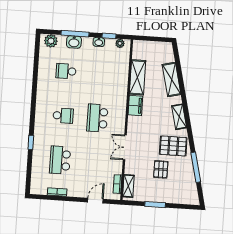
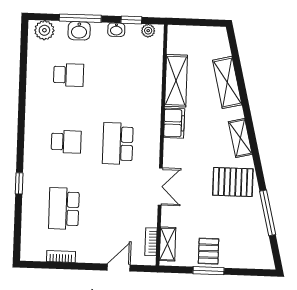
school desk: (66, 71) -> (69, 75), turned 180
double door: (125, 147) -> (160, 187), swing flipped
pallet: (161, 169) -> (209, 251), moved

